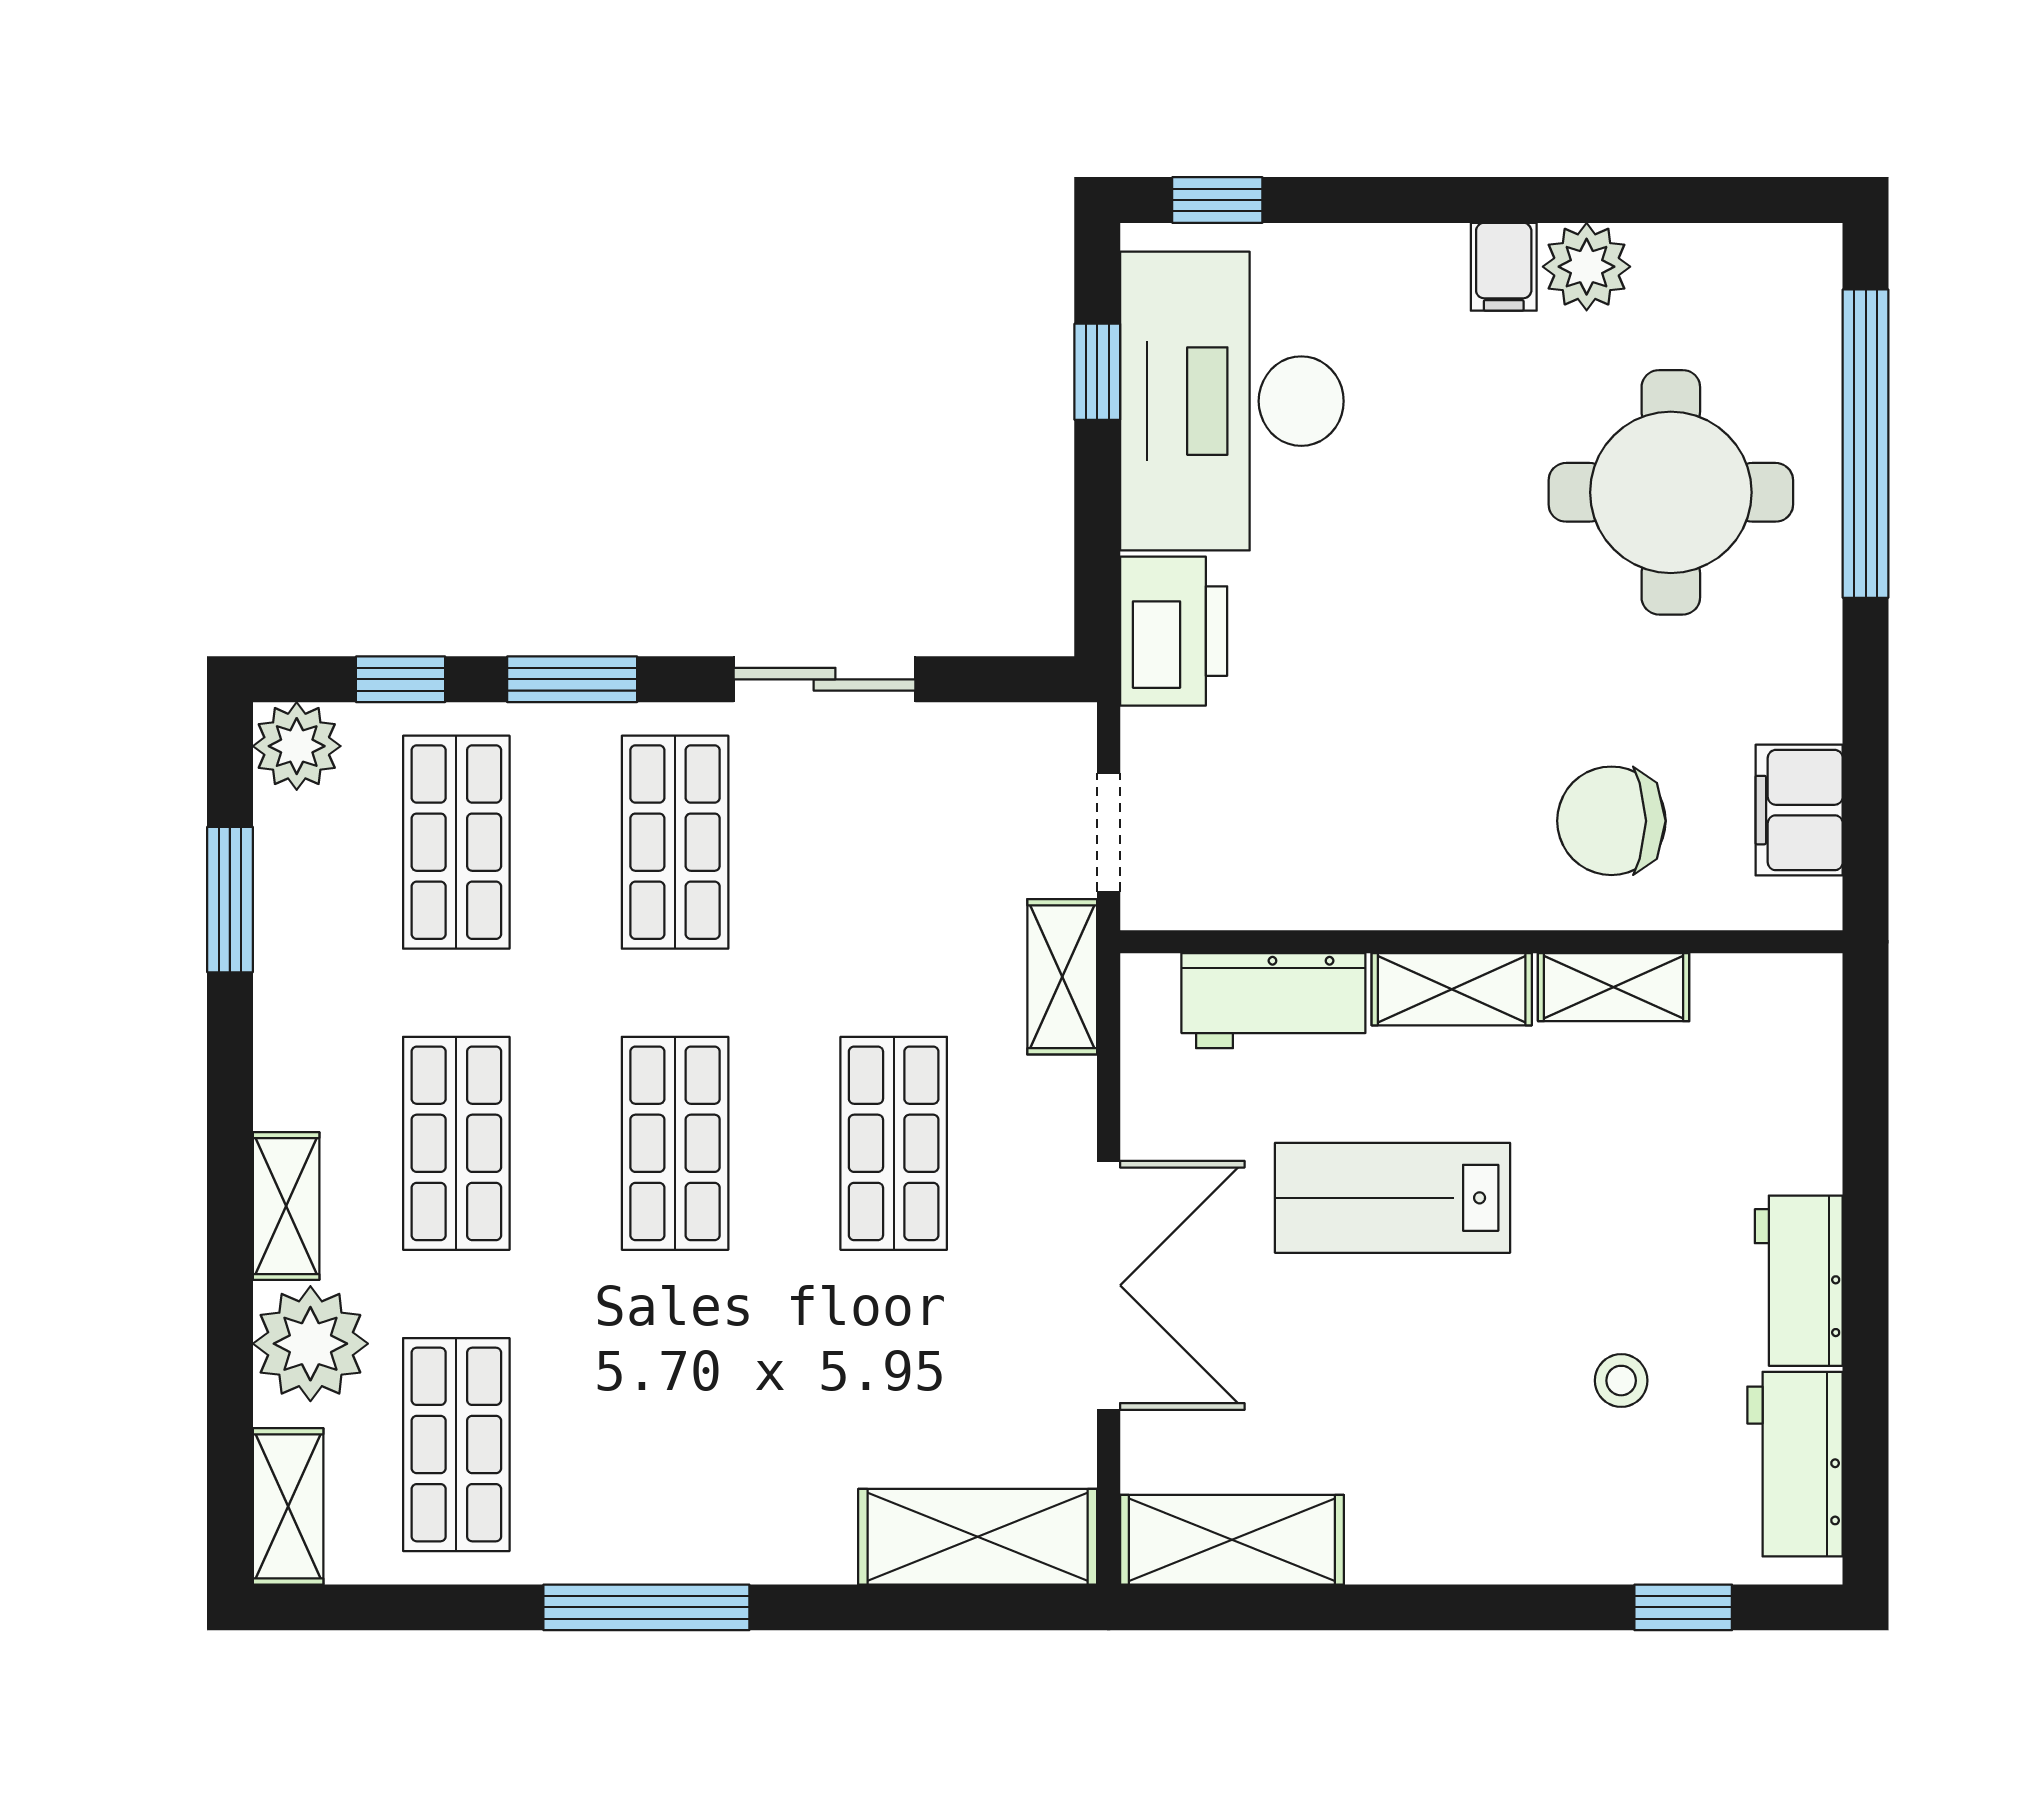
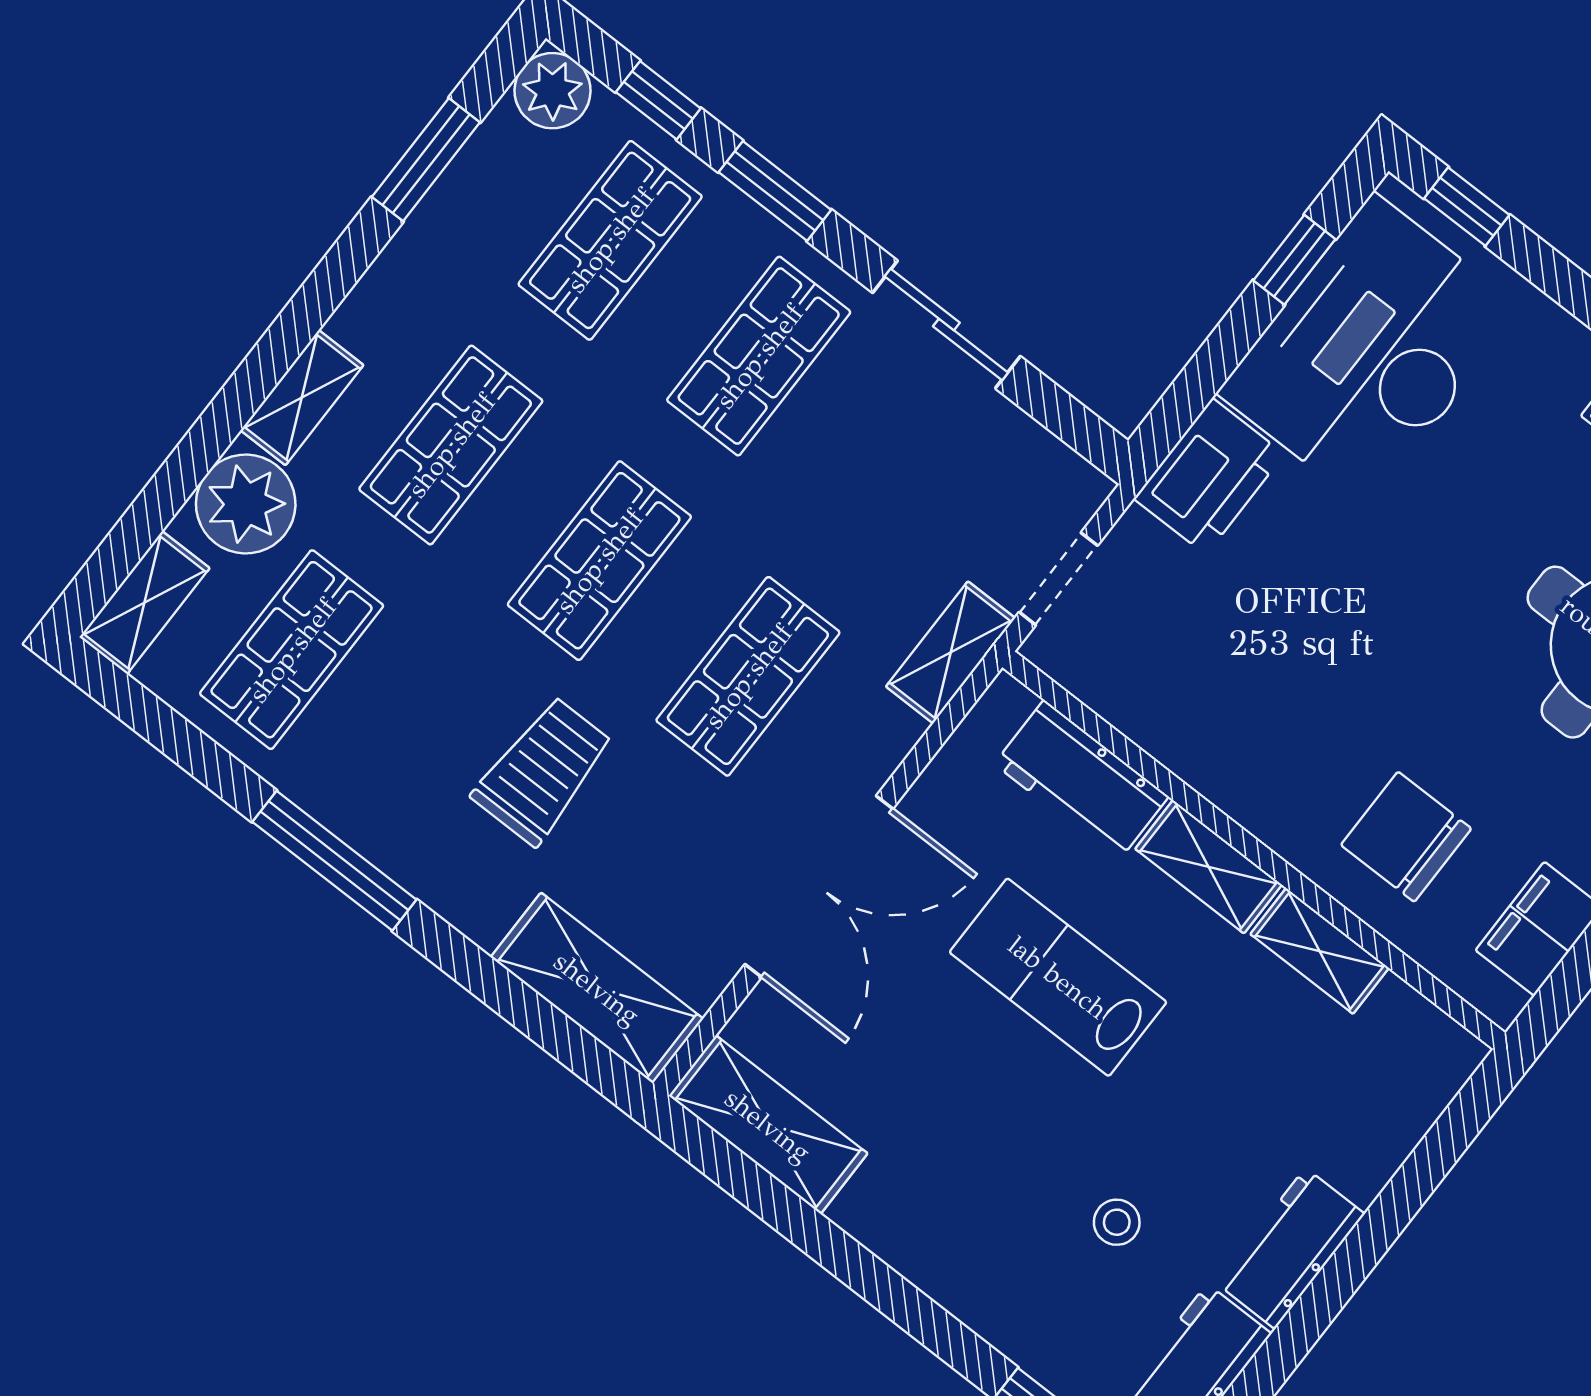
trolley: (773, 1376) -> (543, 771), added

